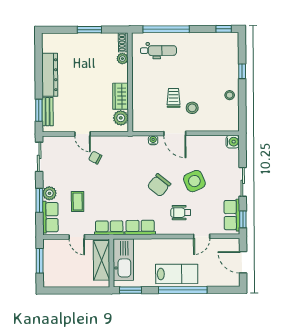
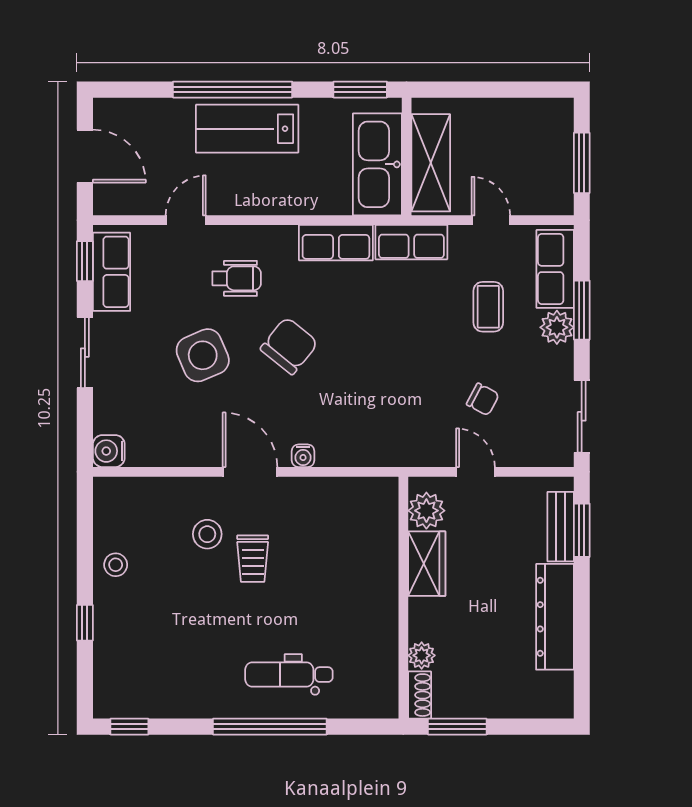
shoe rack: (123, 42) -> (420, 695), moved
plant: (122, 59) -> (422, 655), moved
wall: (130, 82) -> (403, 598), moved
wardrobe: (120, 96) -> (427, 564), moved
plant: (121, 118) -> (426, 511), moved
chair: (95, 158) -> (483, 399), moved

